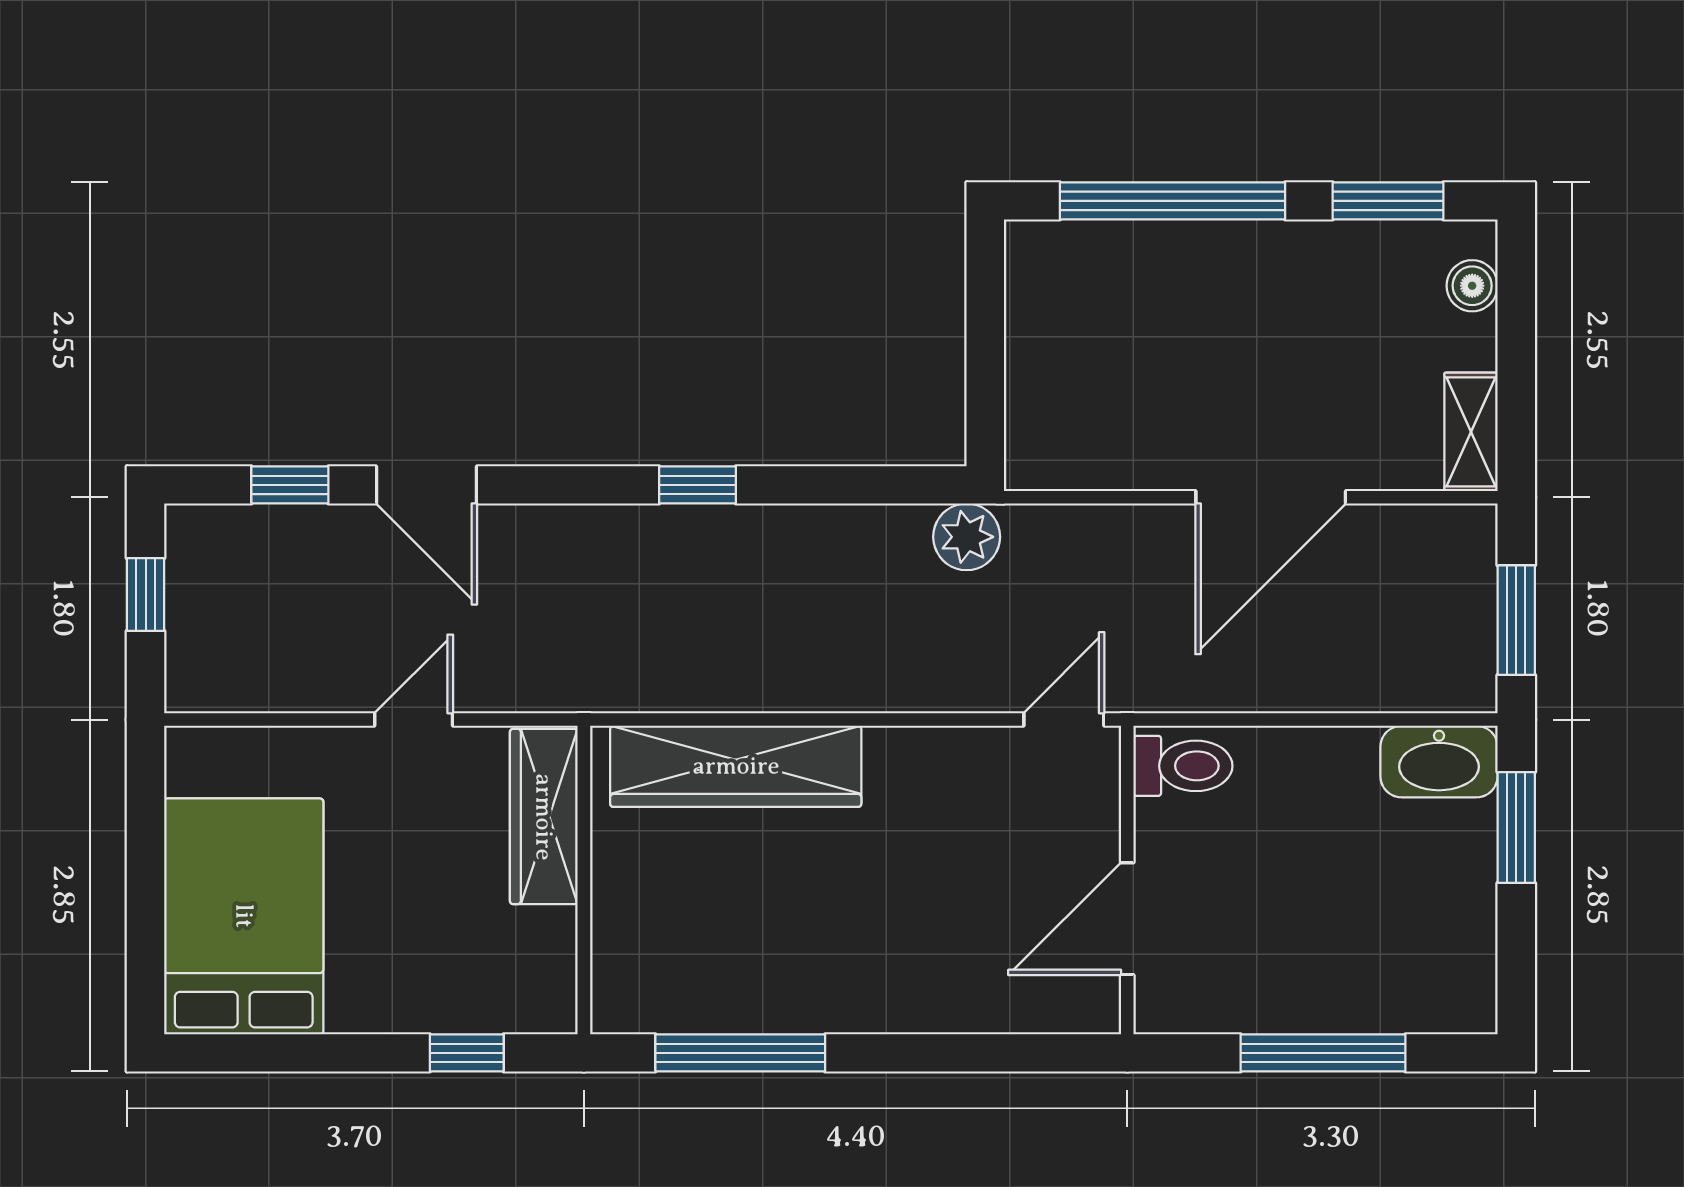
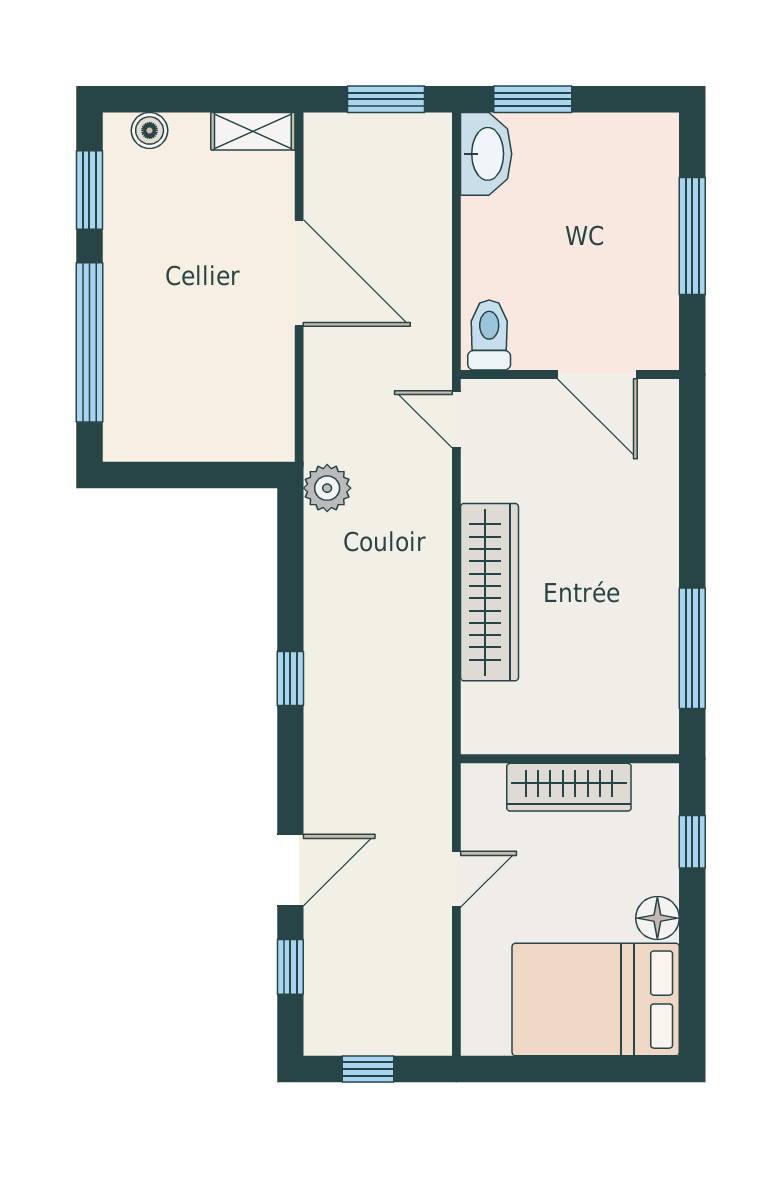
door: (414, 720) -> (456, 879), swing flipped
wardrobe: (736, 766) -> (489, 592), moved
wardrobe: (544, 817) -> (569, 787), moved
floor lamp: (359, 1004) -> (657, 918), added

